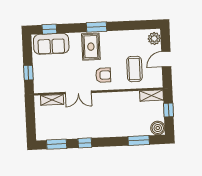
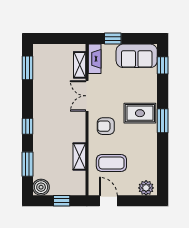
sofa: (51, 44) -> (137, 56), moved, turned -90
door: (166, 59) -> (108, 201), moved
armchair: (103, 75) -> (106, 126), turned 90
fireplace: (46, 87) -> (95, 59), added
shelving: (152, 96) -> (79, 156), moved
window: (85, 143) -> (27, 126), moved

